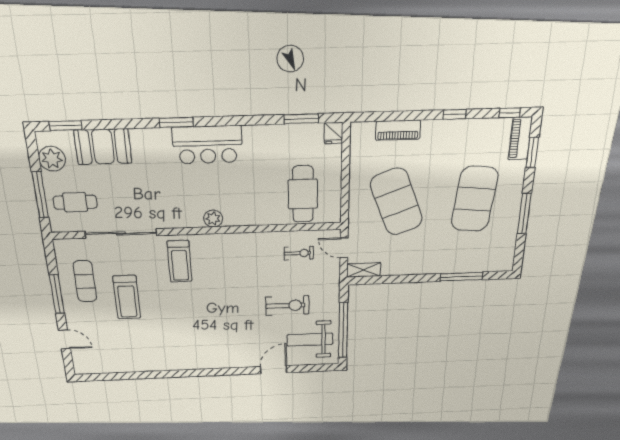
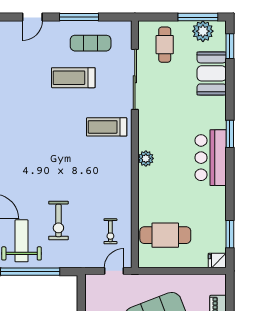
window: (40, 195) -> (198, 17), moved
shelving: (364, 270) -> (92, 289), removed

